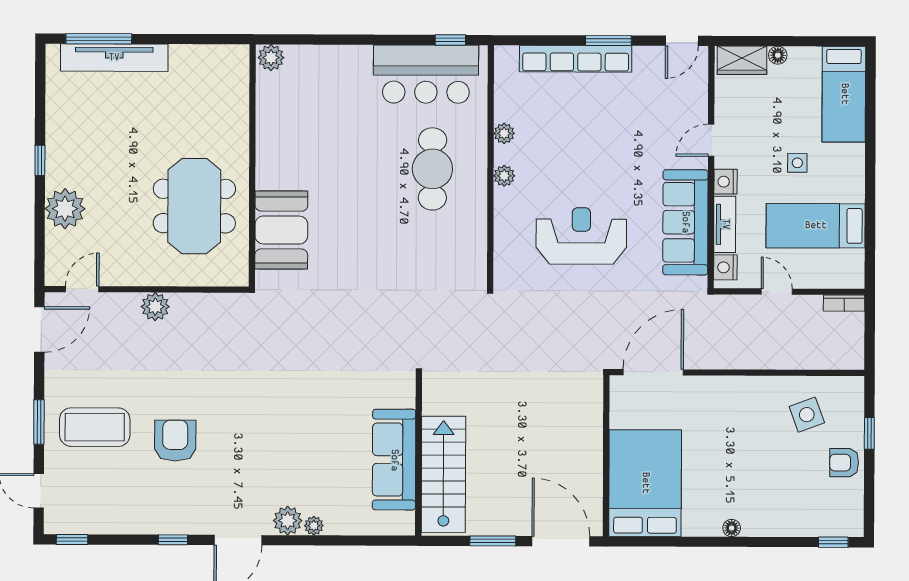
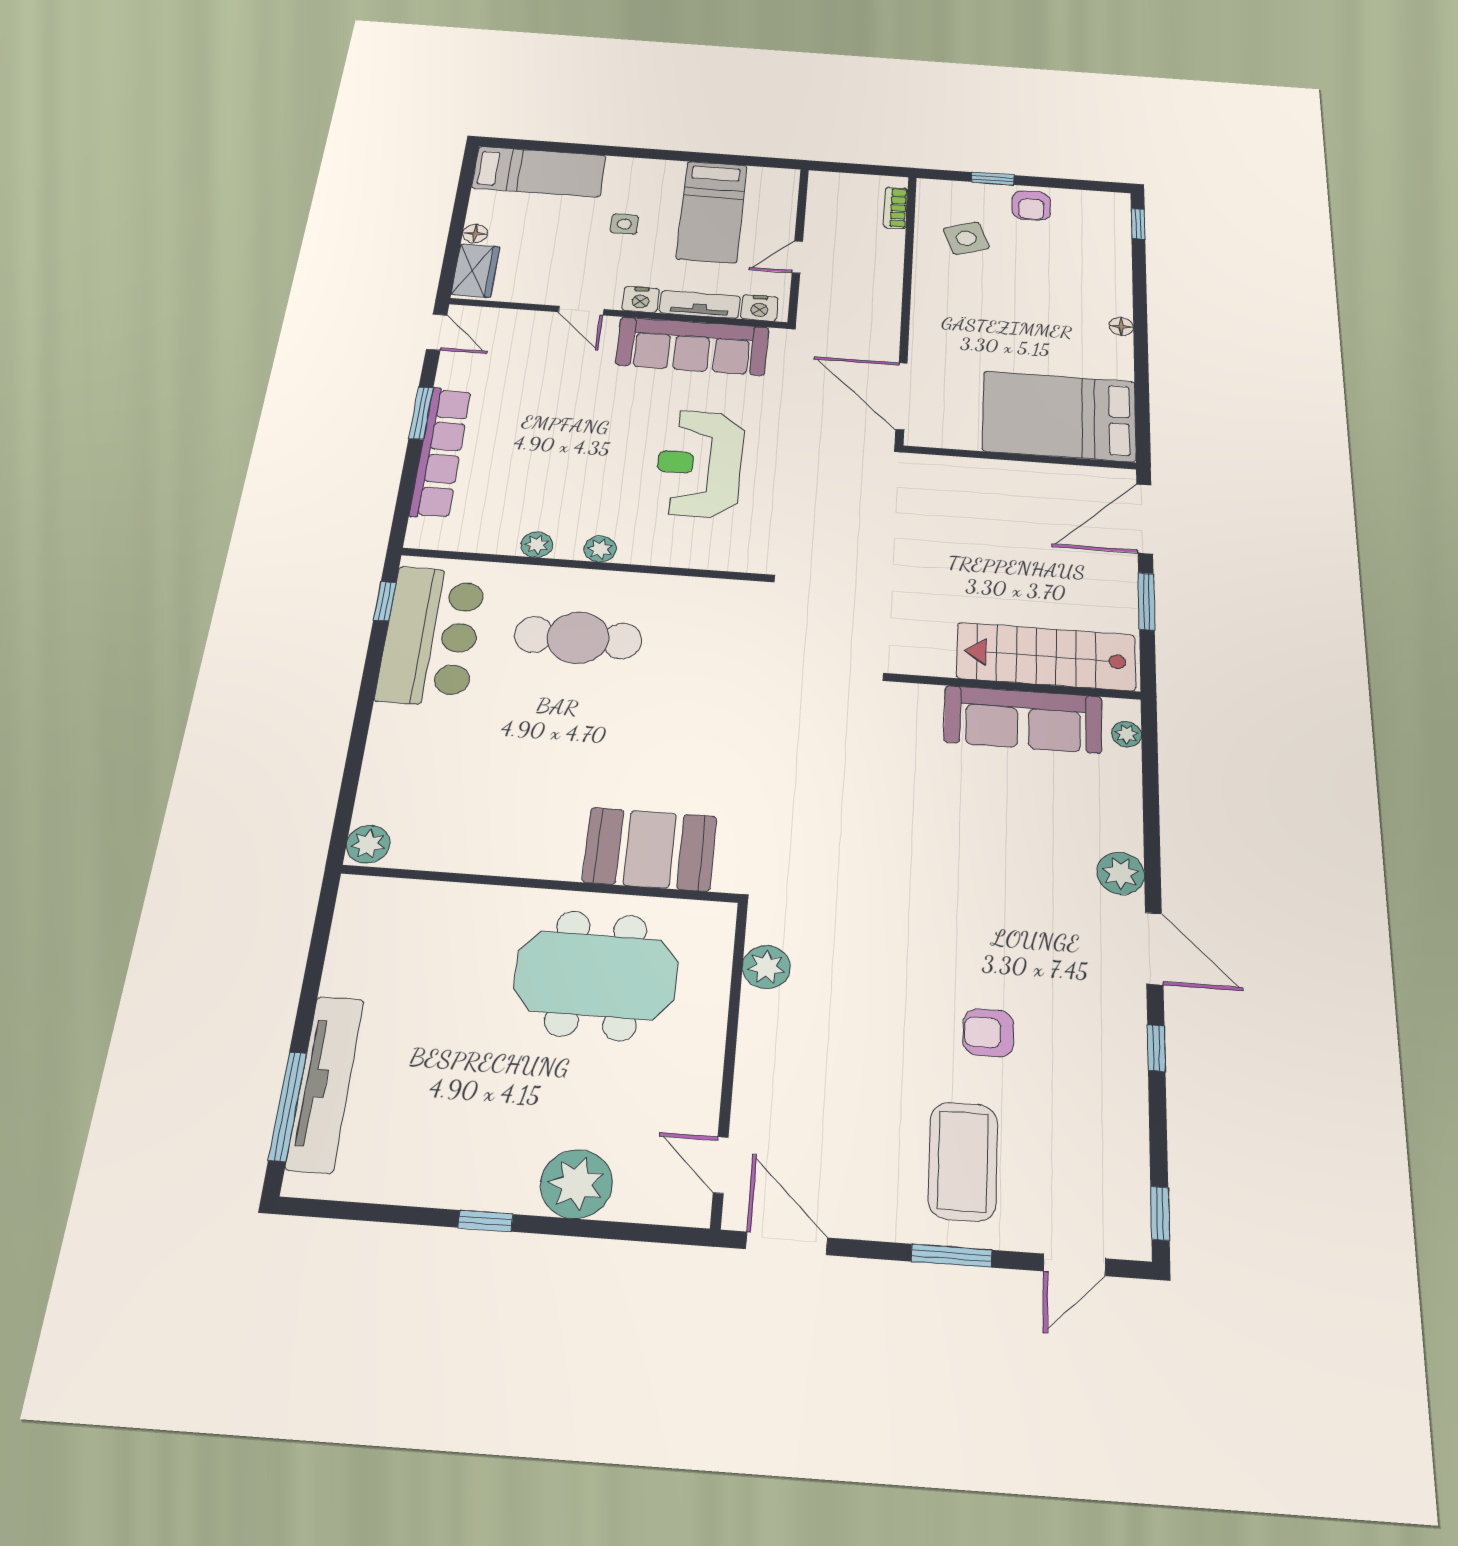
bookcase: (844, 303) -> (896, 208), moved, turned 180
plant: (155, 307) -> (766, 967), moved
armchair: (175, 441) -> (988, 1033), width x0.72, depth x0.72
plant: (314, 526) -> (1127, 734), moved

